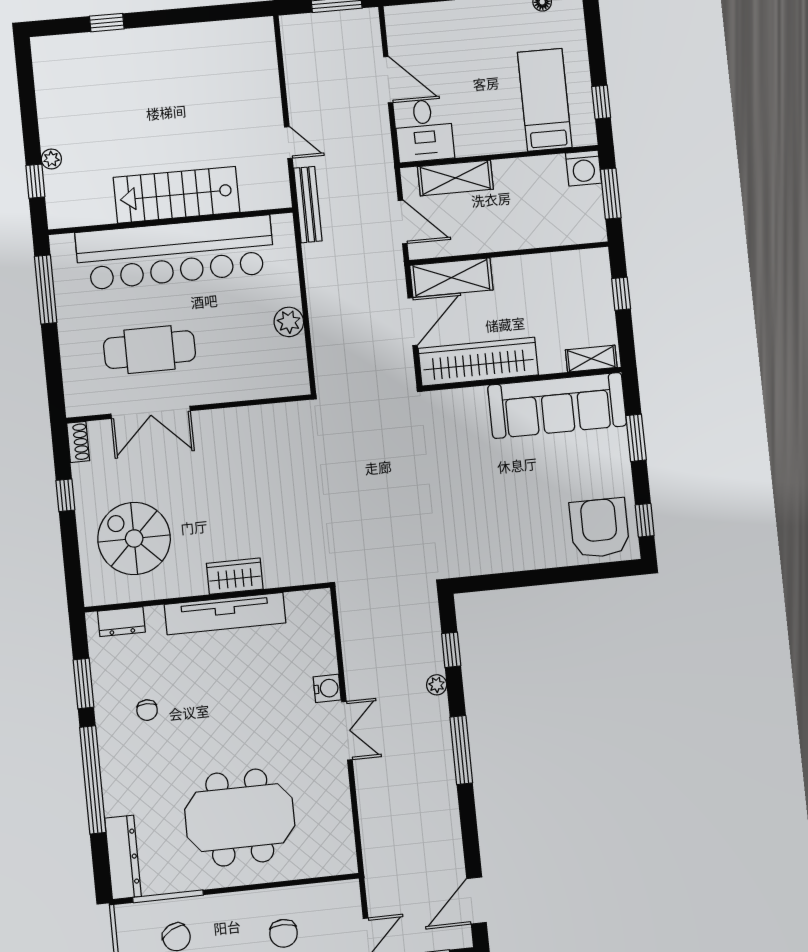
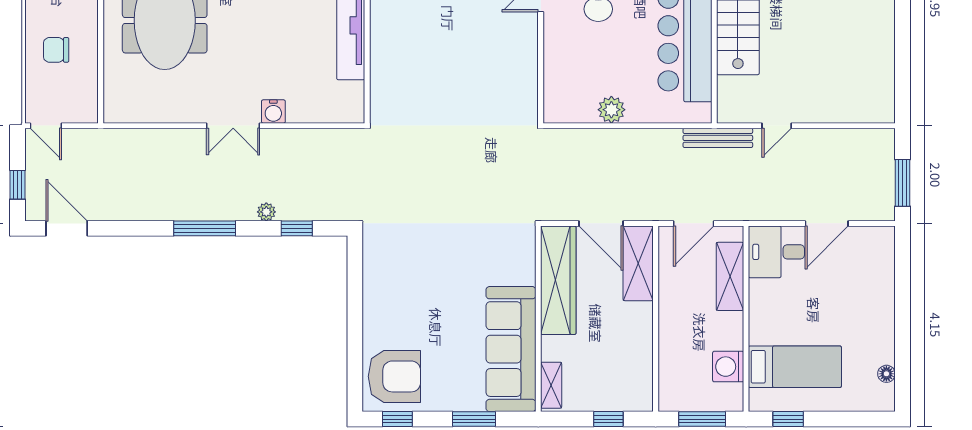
washing machine: (584, 168) -> (728, 367), moved
wardrobe: (235, 576) -> (384, 37), removed

